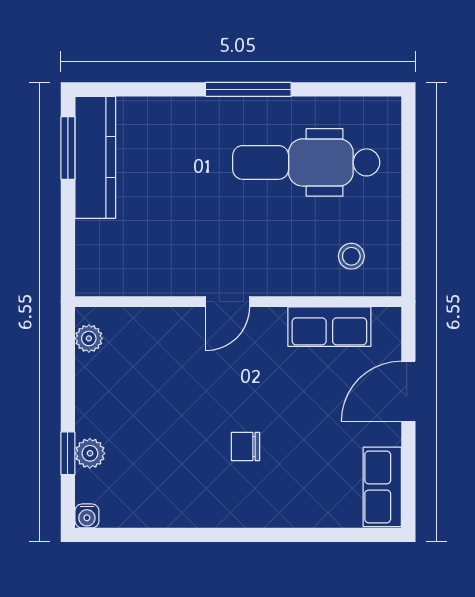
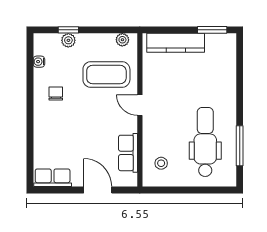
window: (248, 89) -> (240, 146), moved
kitchen counter: (95, 157) -> (176, 43), moved
coffee table: (163, 373) -> (106, 75), added
chair: (245, 446) -> (56, 94), moved
water cooler: (87, 516) -> (39, 62), moved

